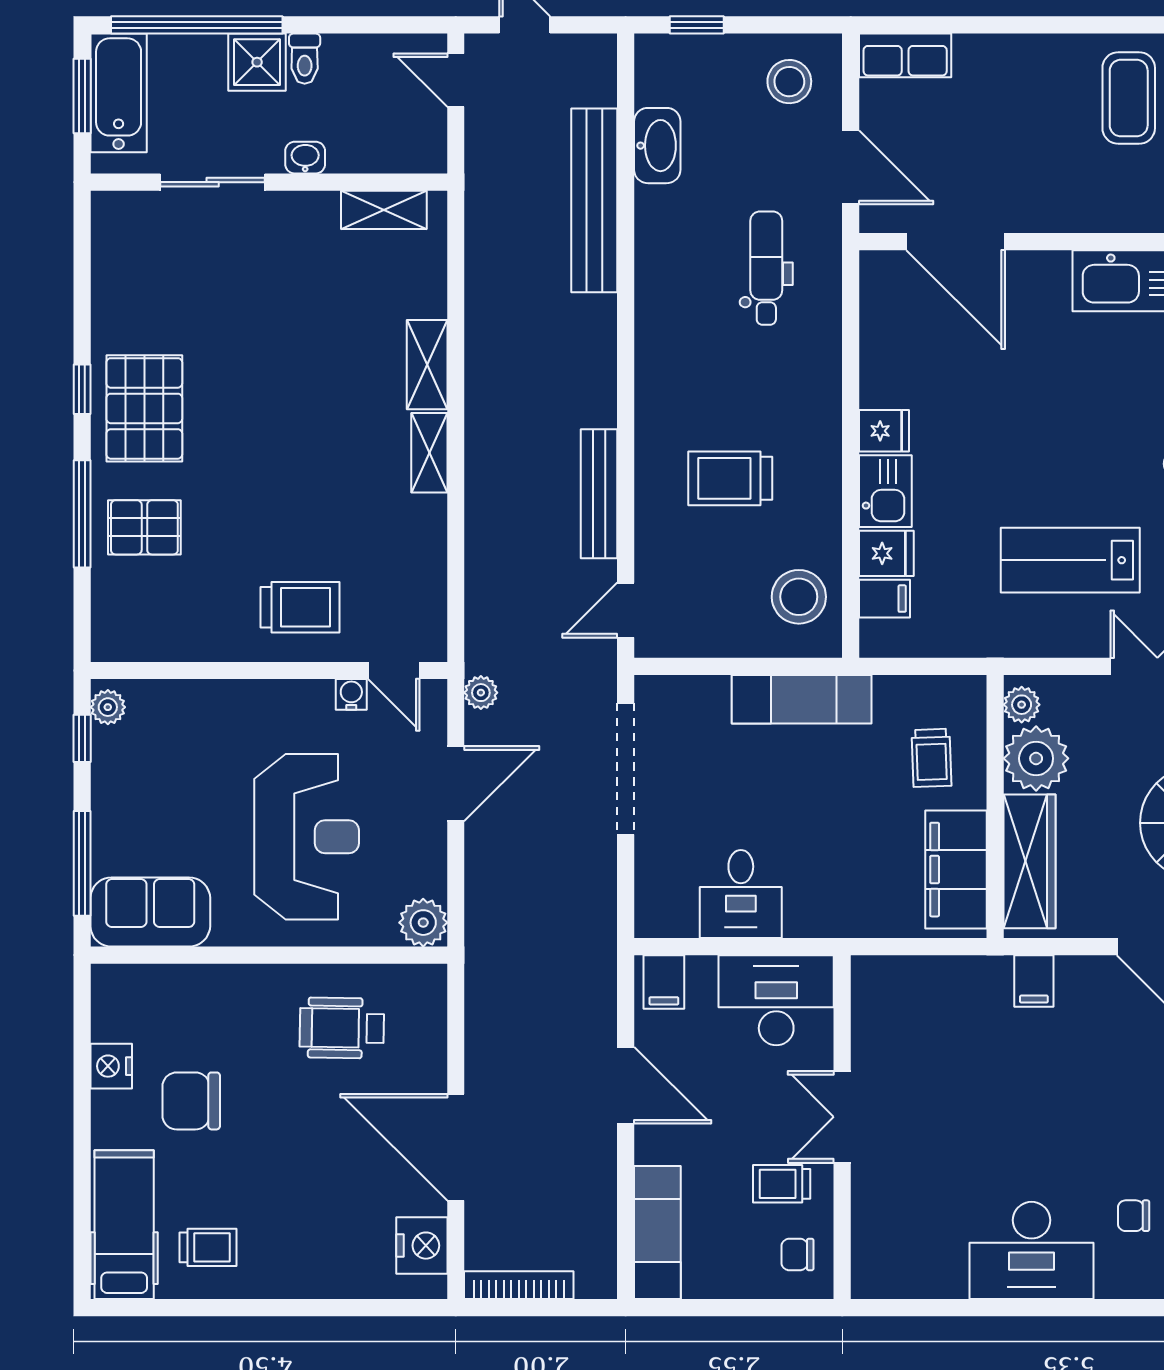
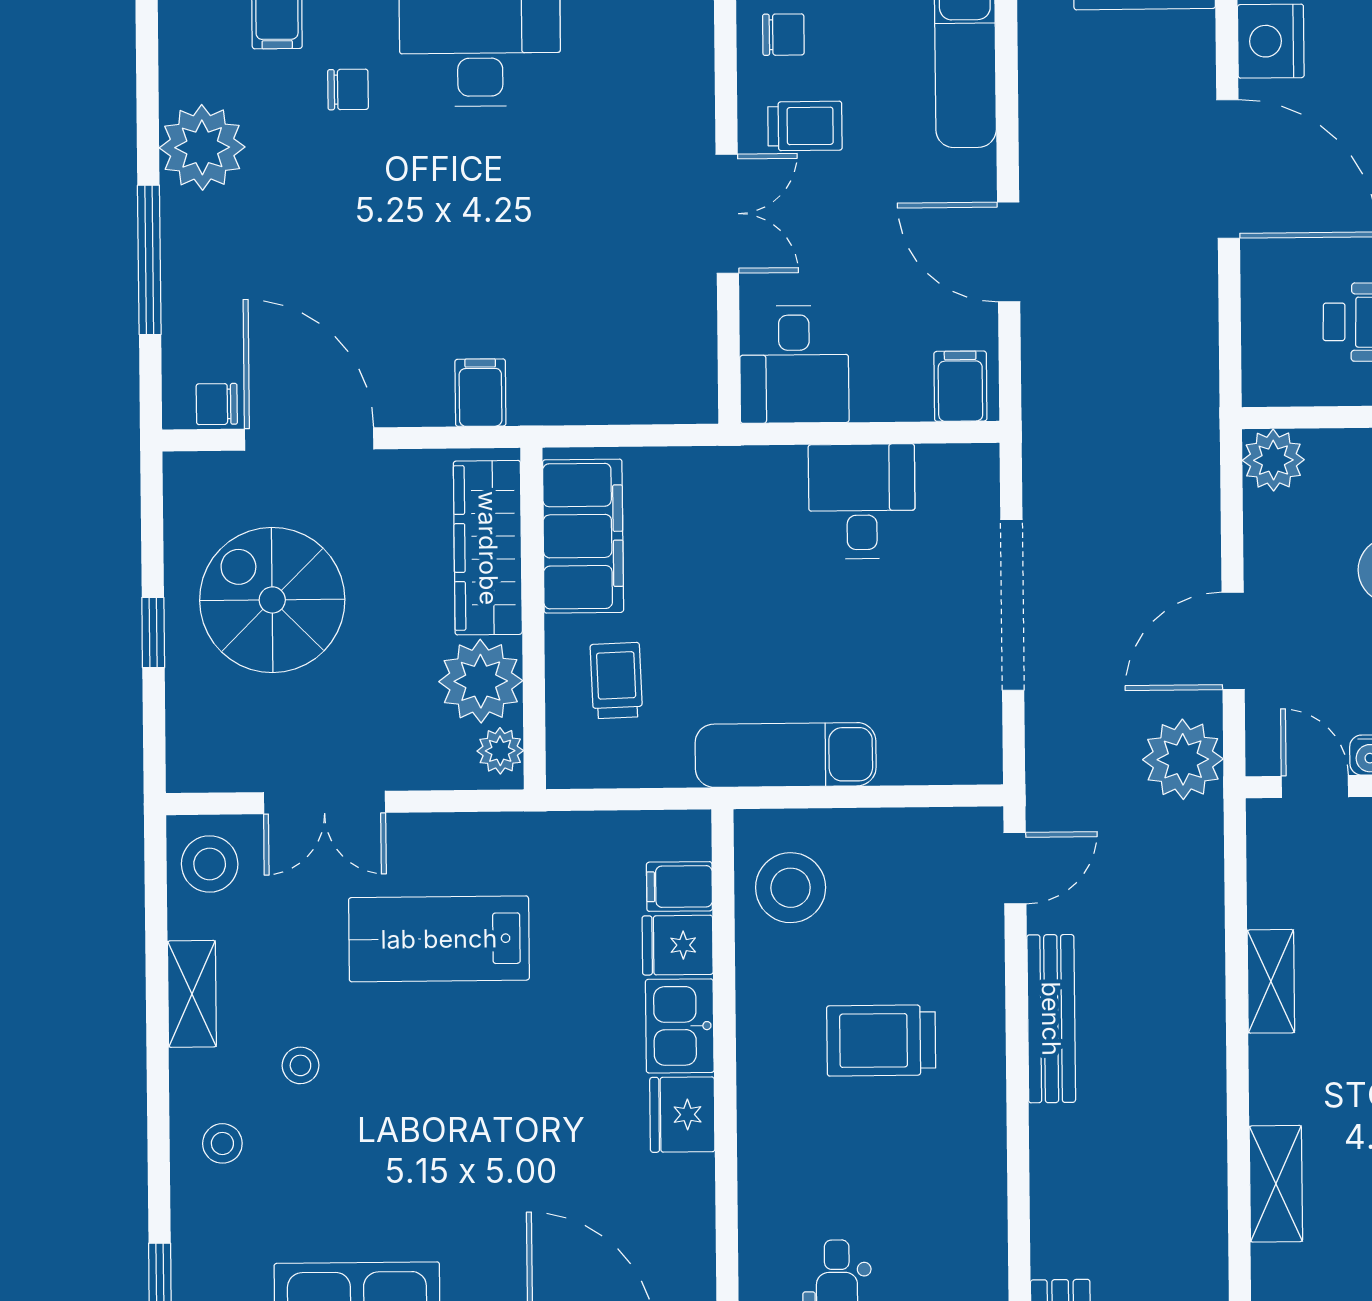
fridge: (884, 431) -> (682, 1115), width x1.38
shelving: (429, 453) -> (1271, 981), moved
trolley: (730, 478) -> (881, 1040), turned 180
lab bench: (1070, 560) -> (439, 939), turned 180
plant: (481, 693) -> (1183, 759), width x1.88, depth x1.88
doorway: (626, 769) -> (1012, 605), moved
desk: (776, 1000) -> (794, 364), width x0.73

